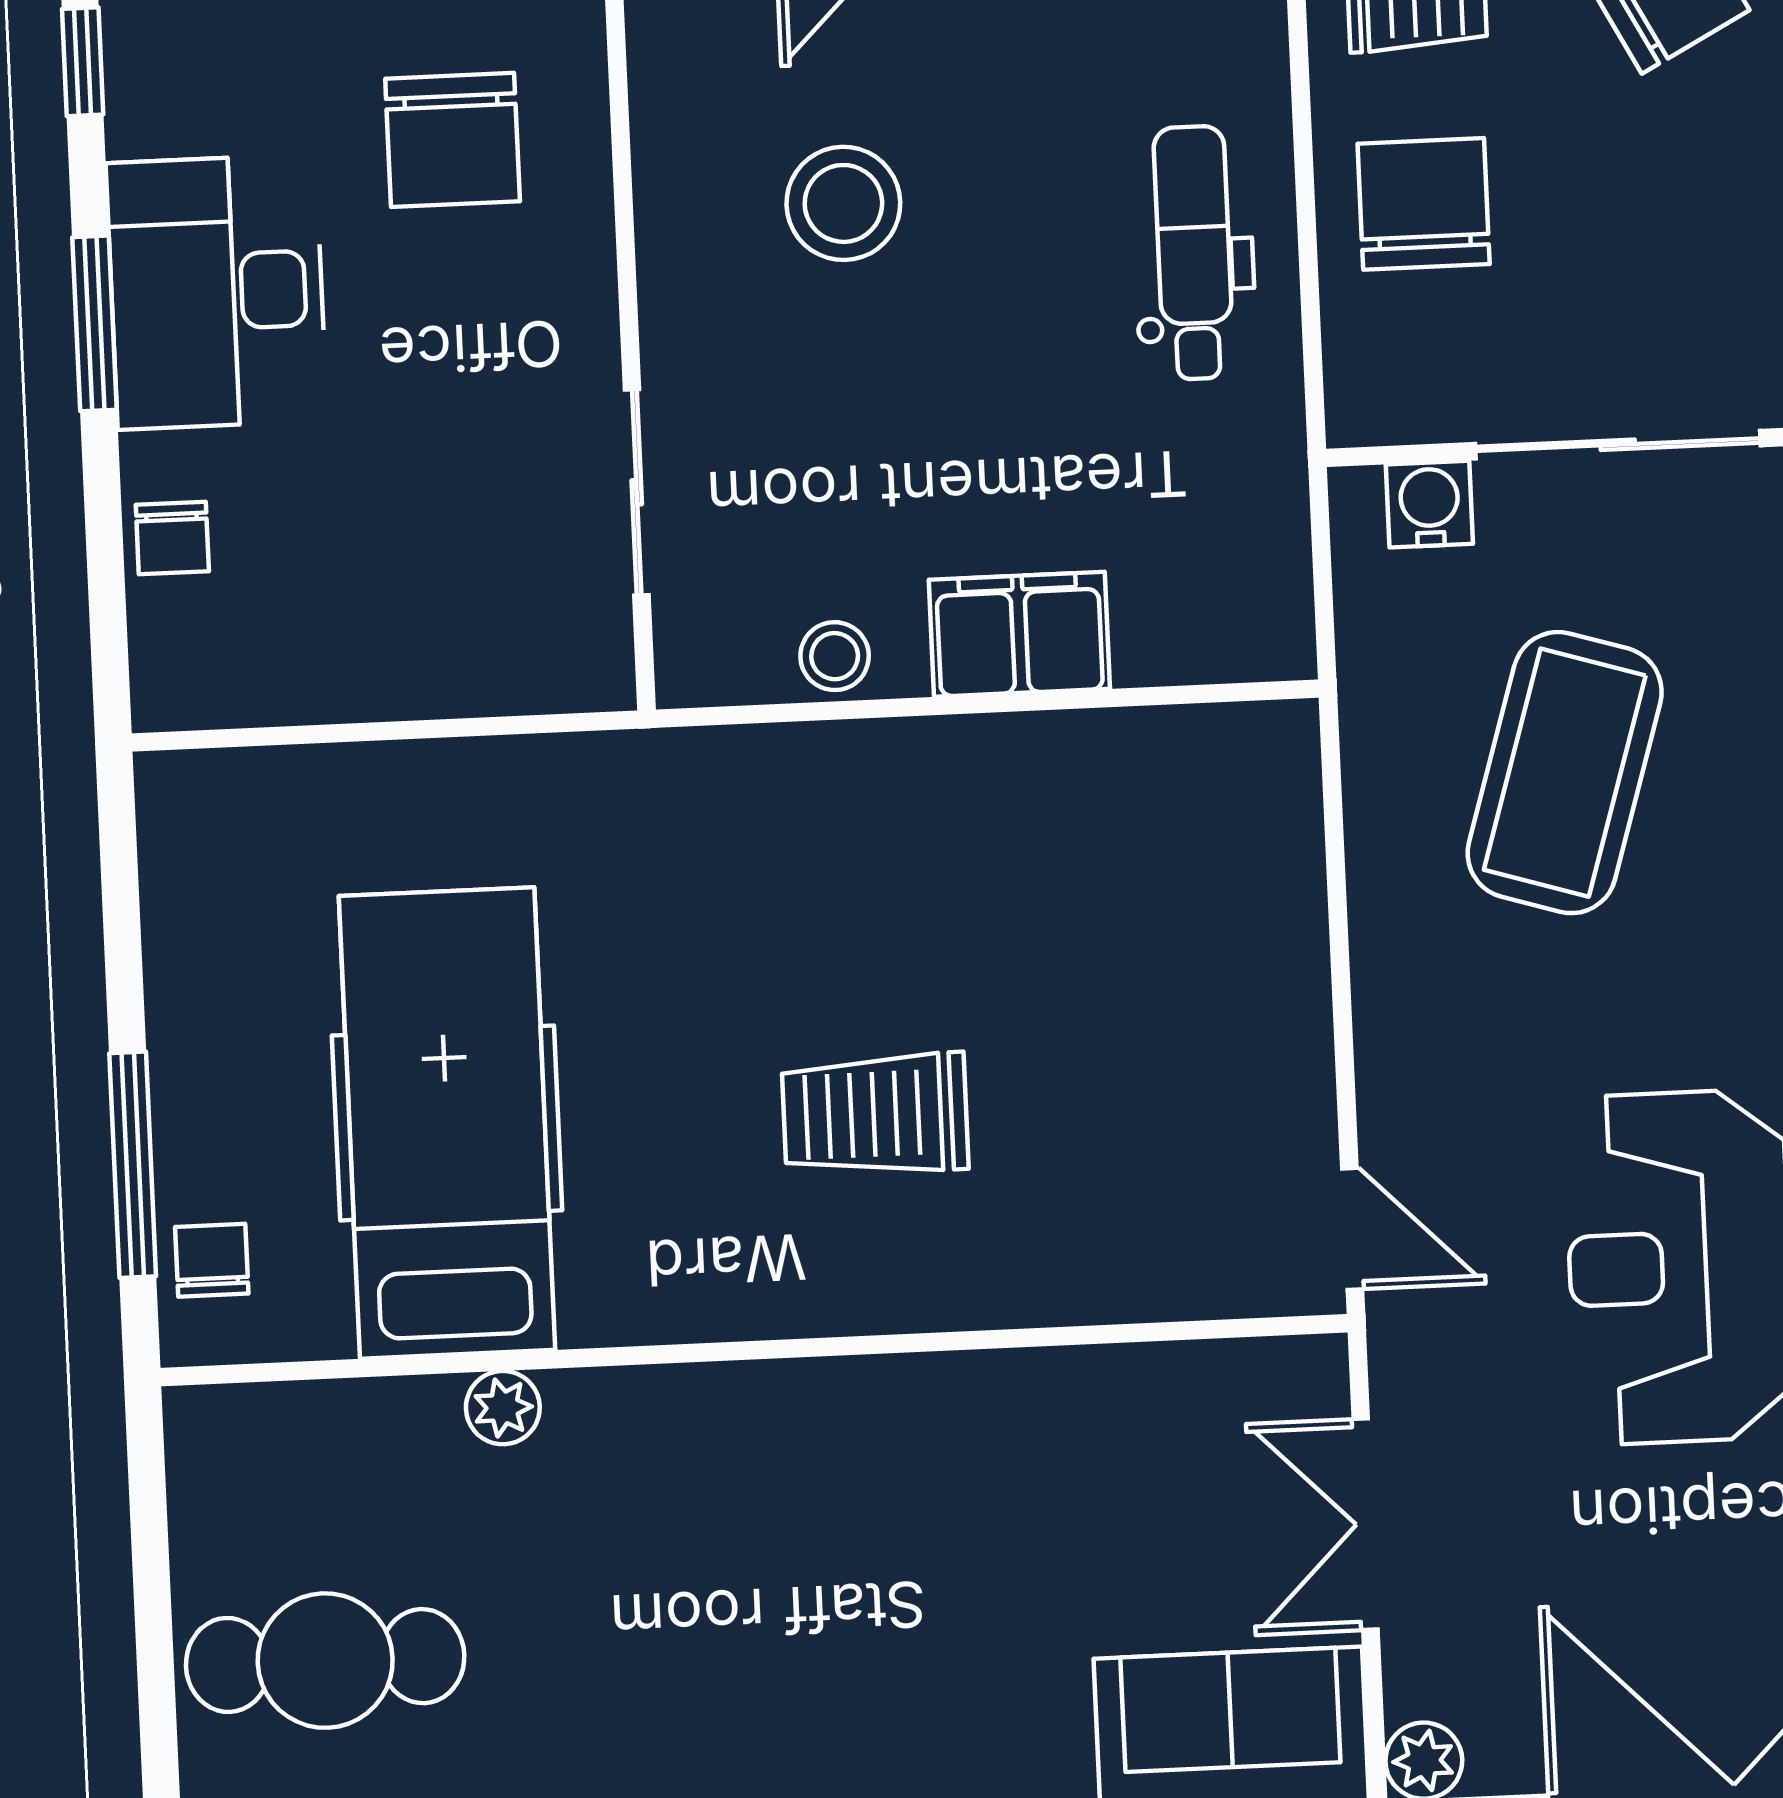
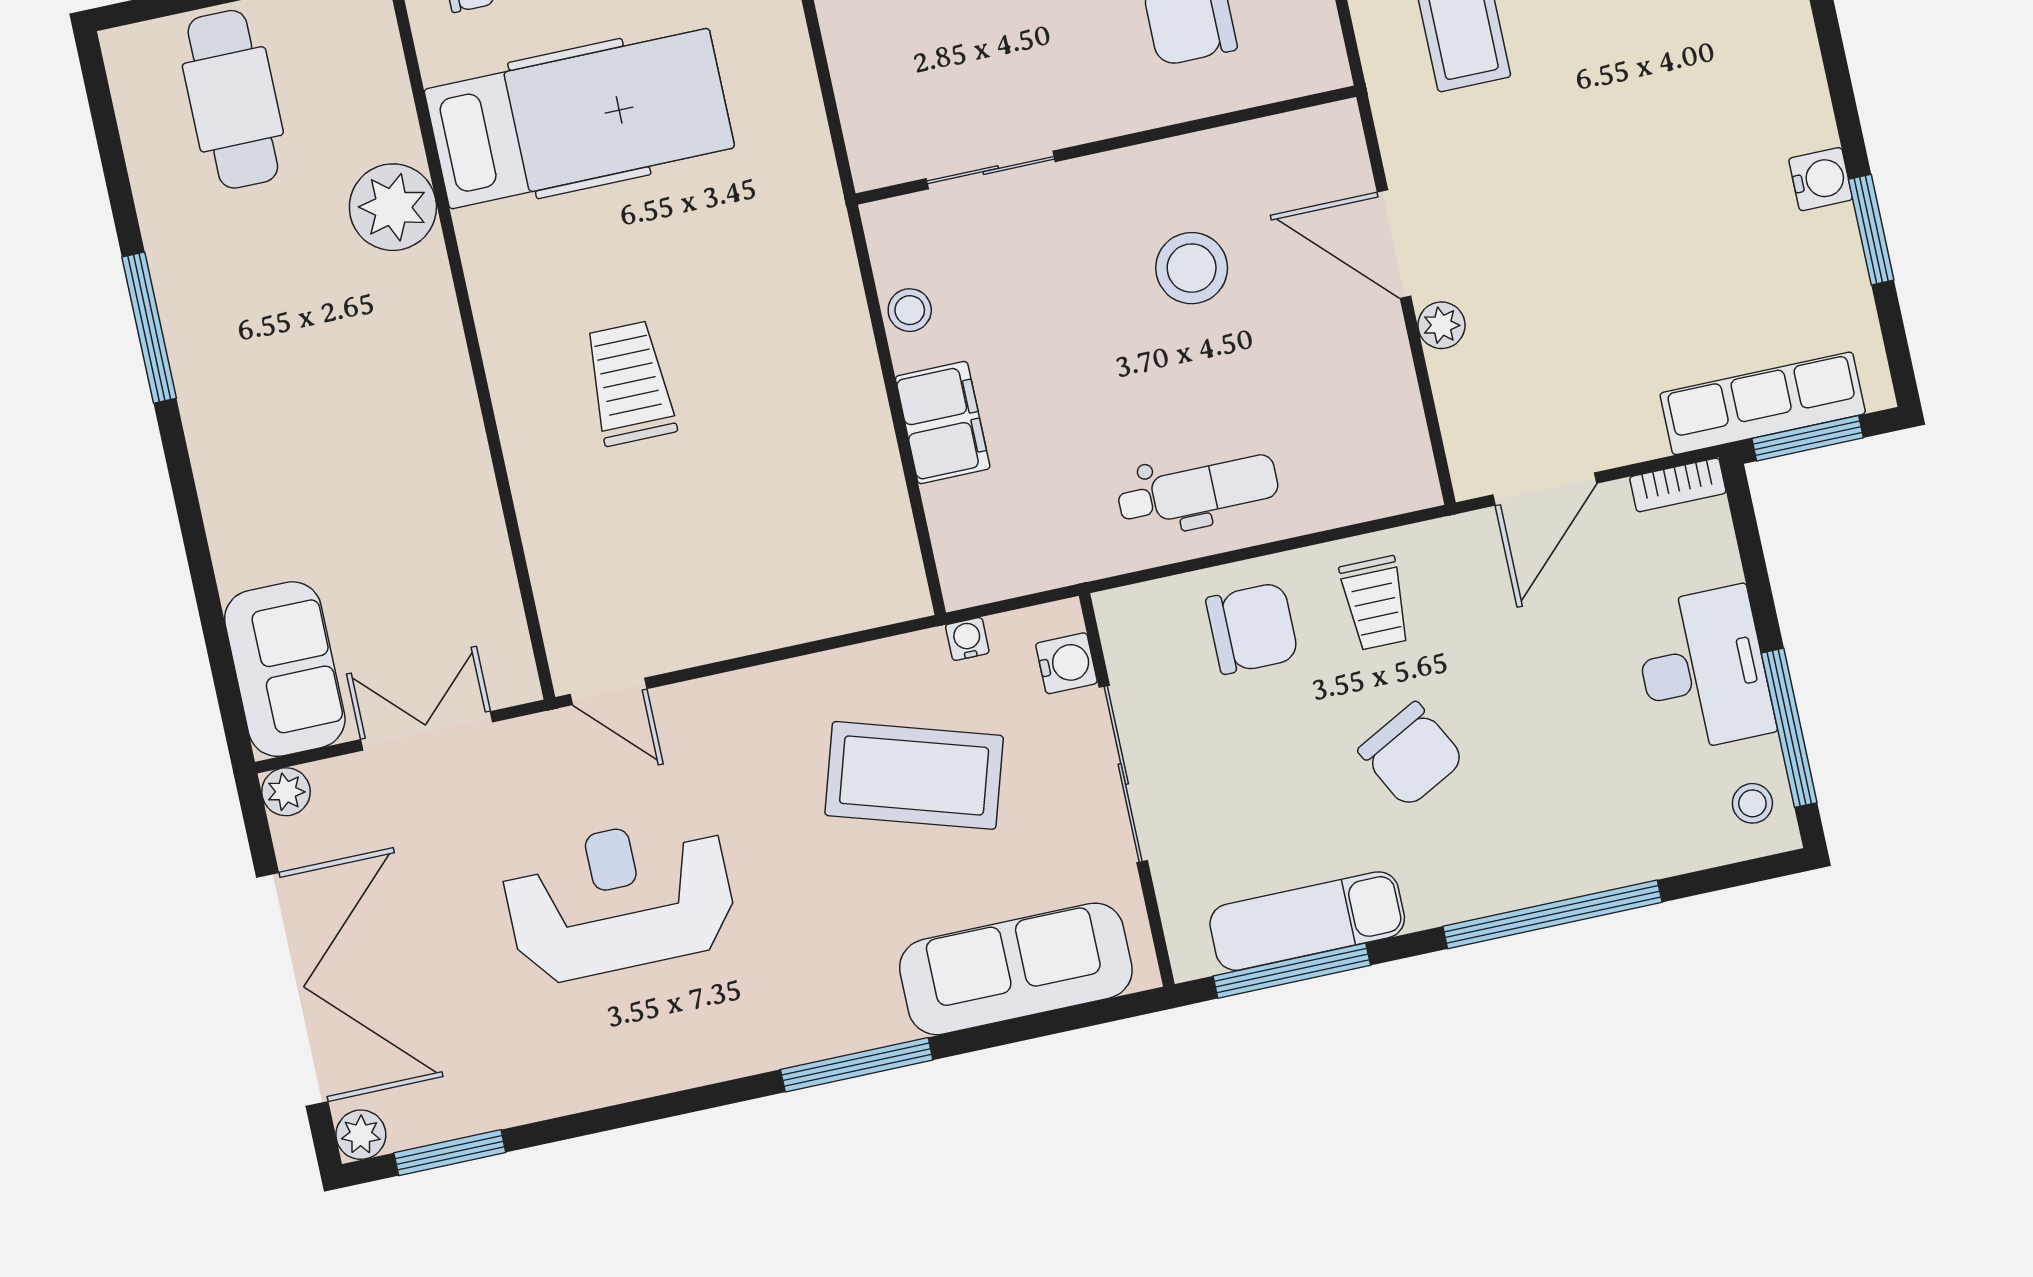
water cooler: (1365, 653) -> (967, 639), added
door: (1352, 1229) -> (609, 691), hinge flipped
plant: (503, 1408) -> (393, 207), width x1.88, depth x1.88

